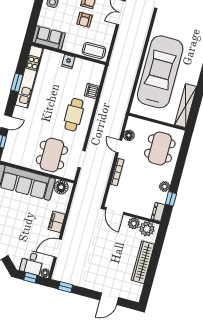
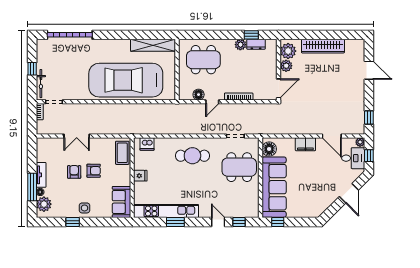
dishwasher: (92, 91) -> (147, 144), moved
dresser: (158, 212) -> (256, 44), moved

